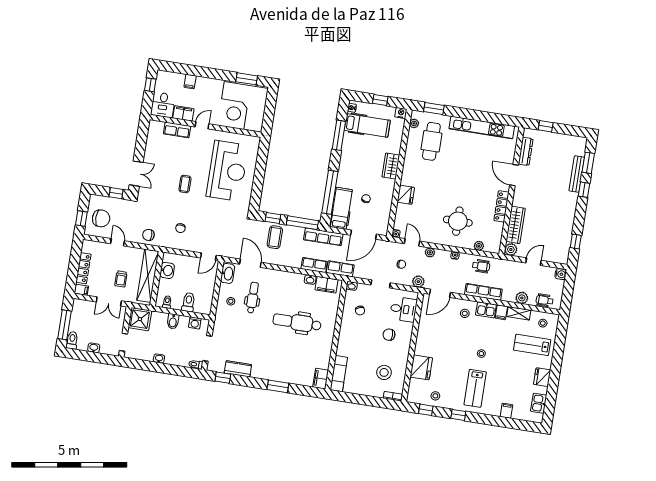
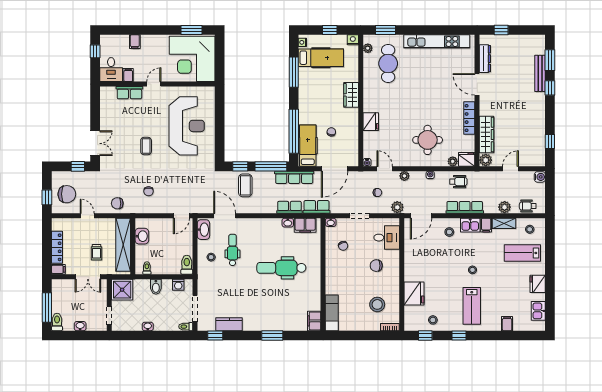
filing cabinet: (183, 113) -> (128, 75), width x0.50
fridge: (493, 246) -> (467, 159), added
toilet: (188, 302) -> (187, 265), moved

